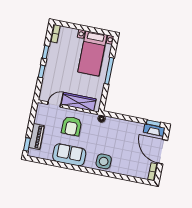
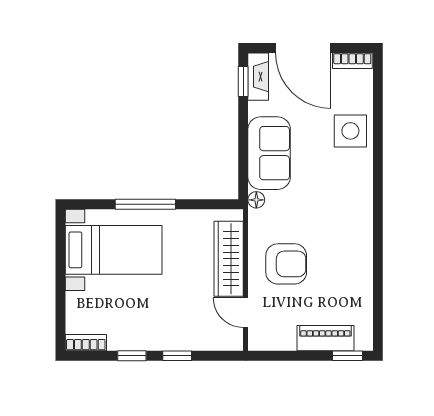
door: (163, 152) -> (303, 48), hinge flipped
sofa: (69, 155) -> (269, 153), moved, turned 180
side table: (104, 161) -> (350, 131), moved

